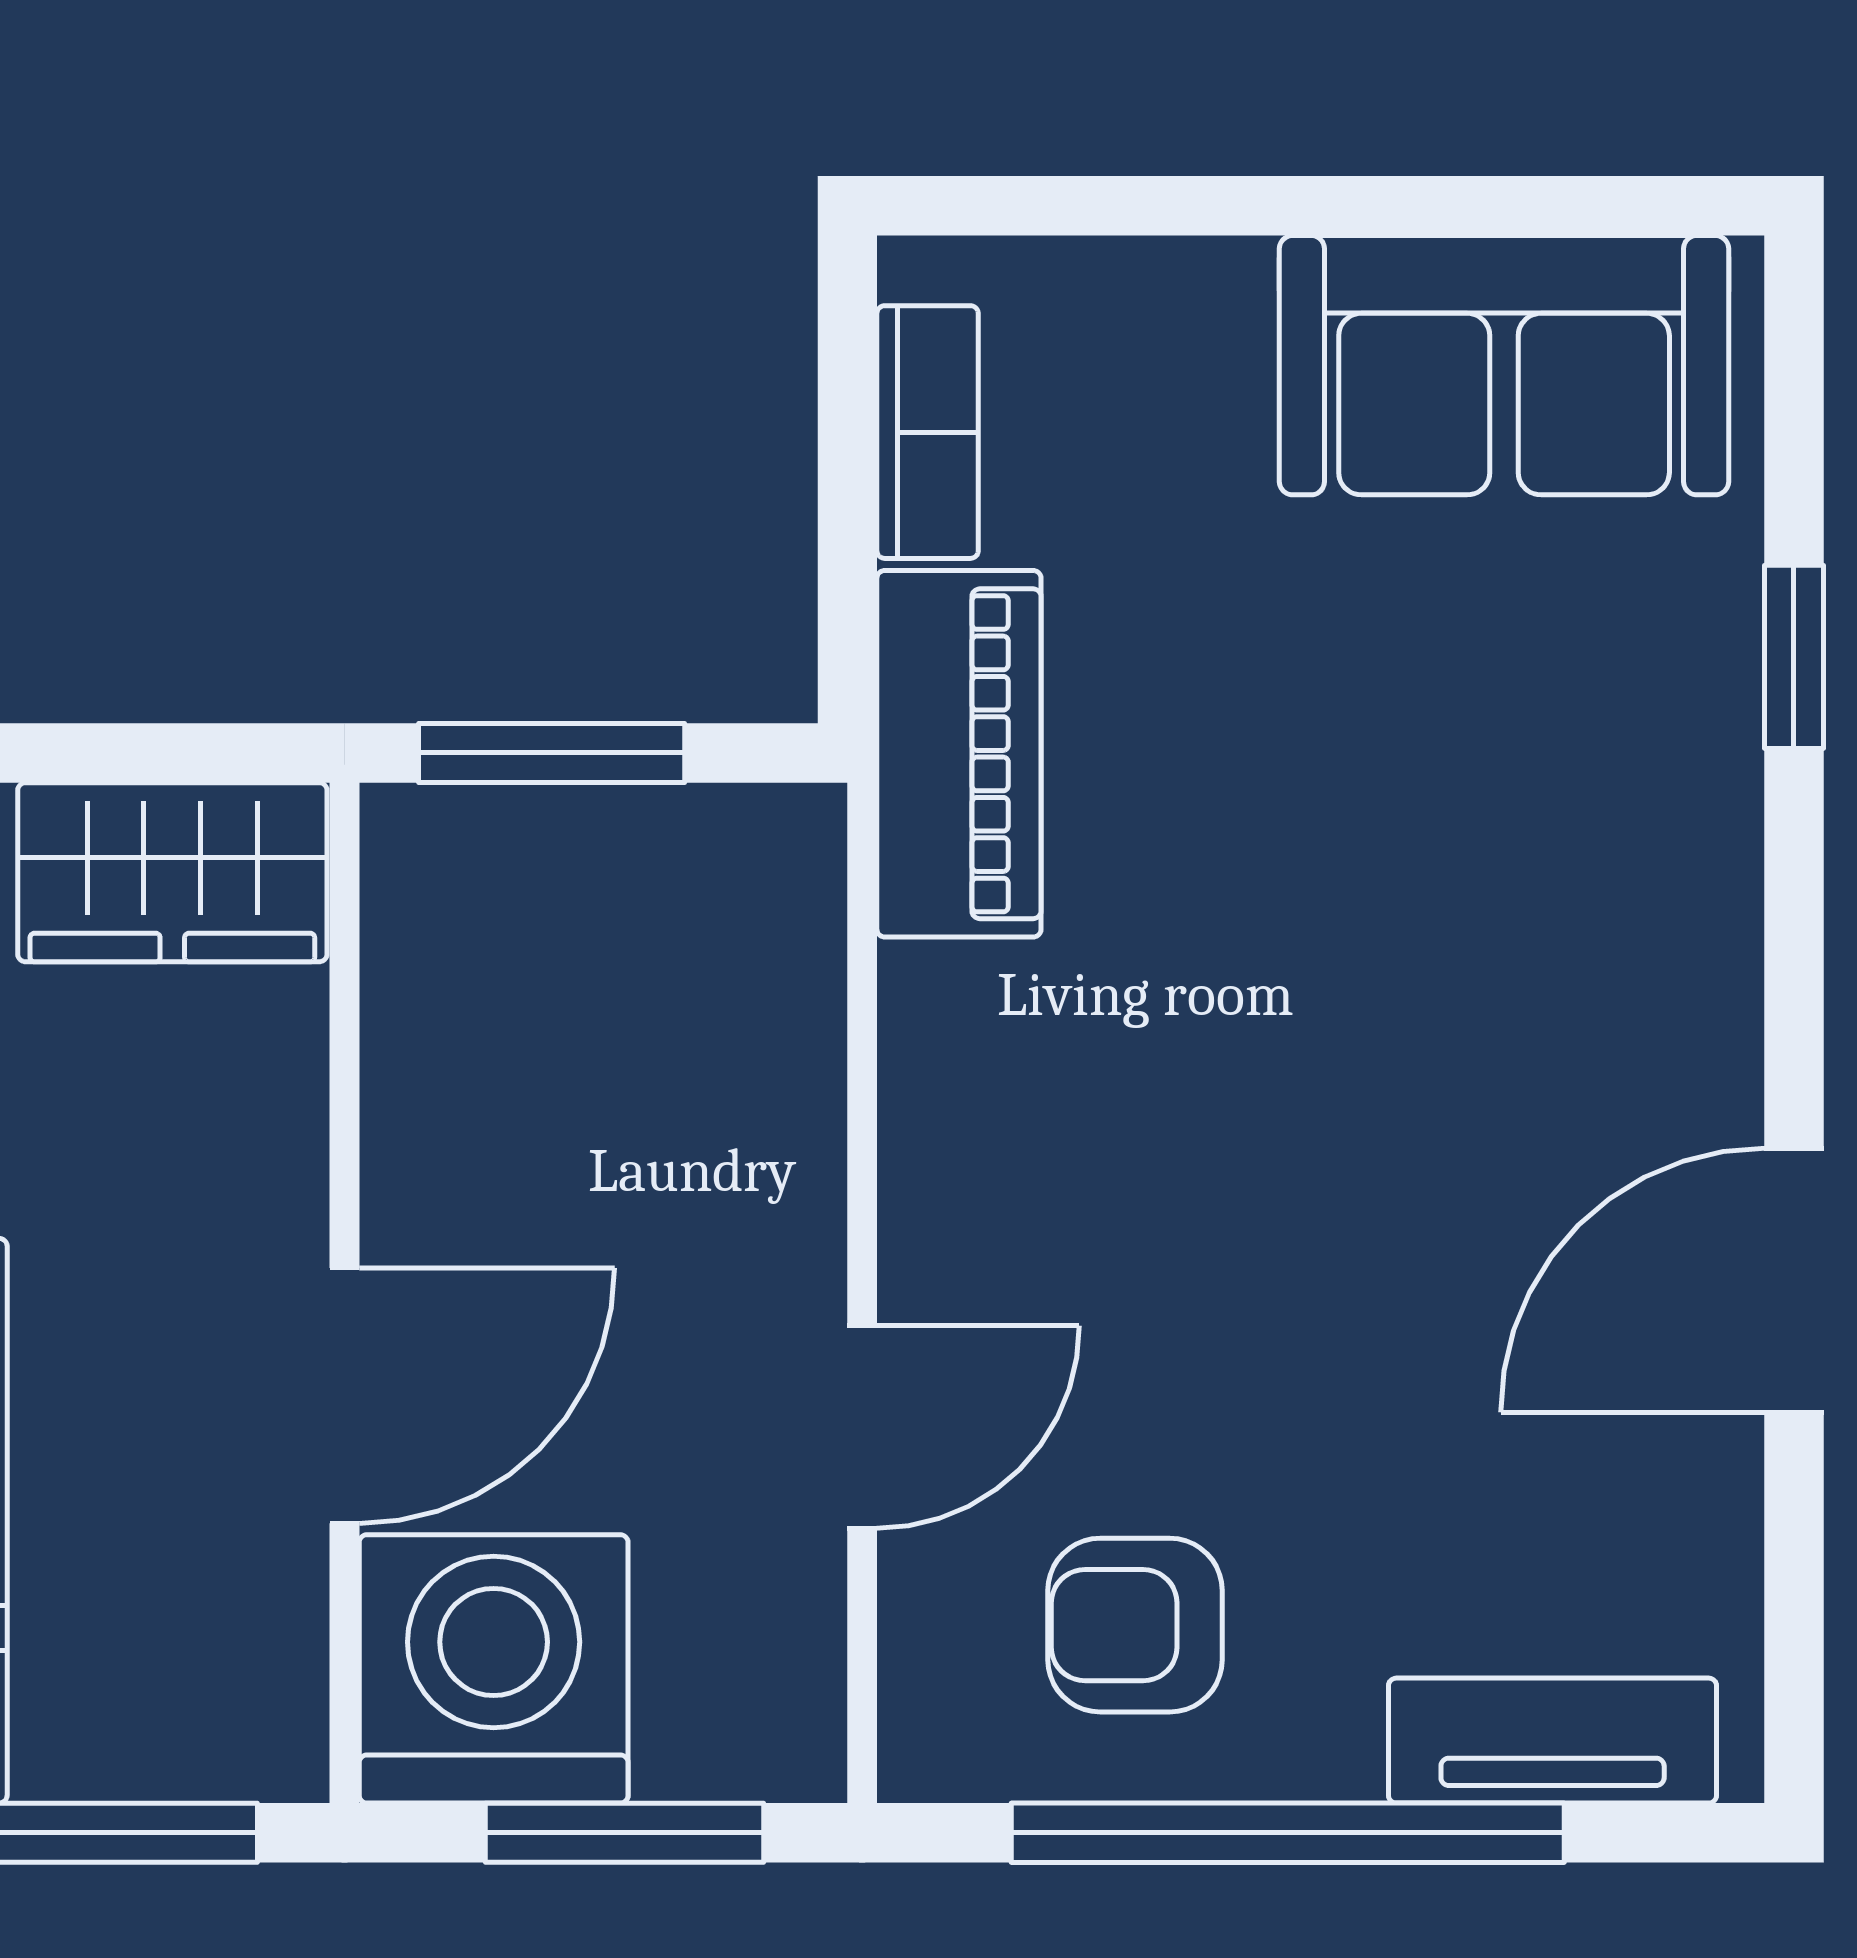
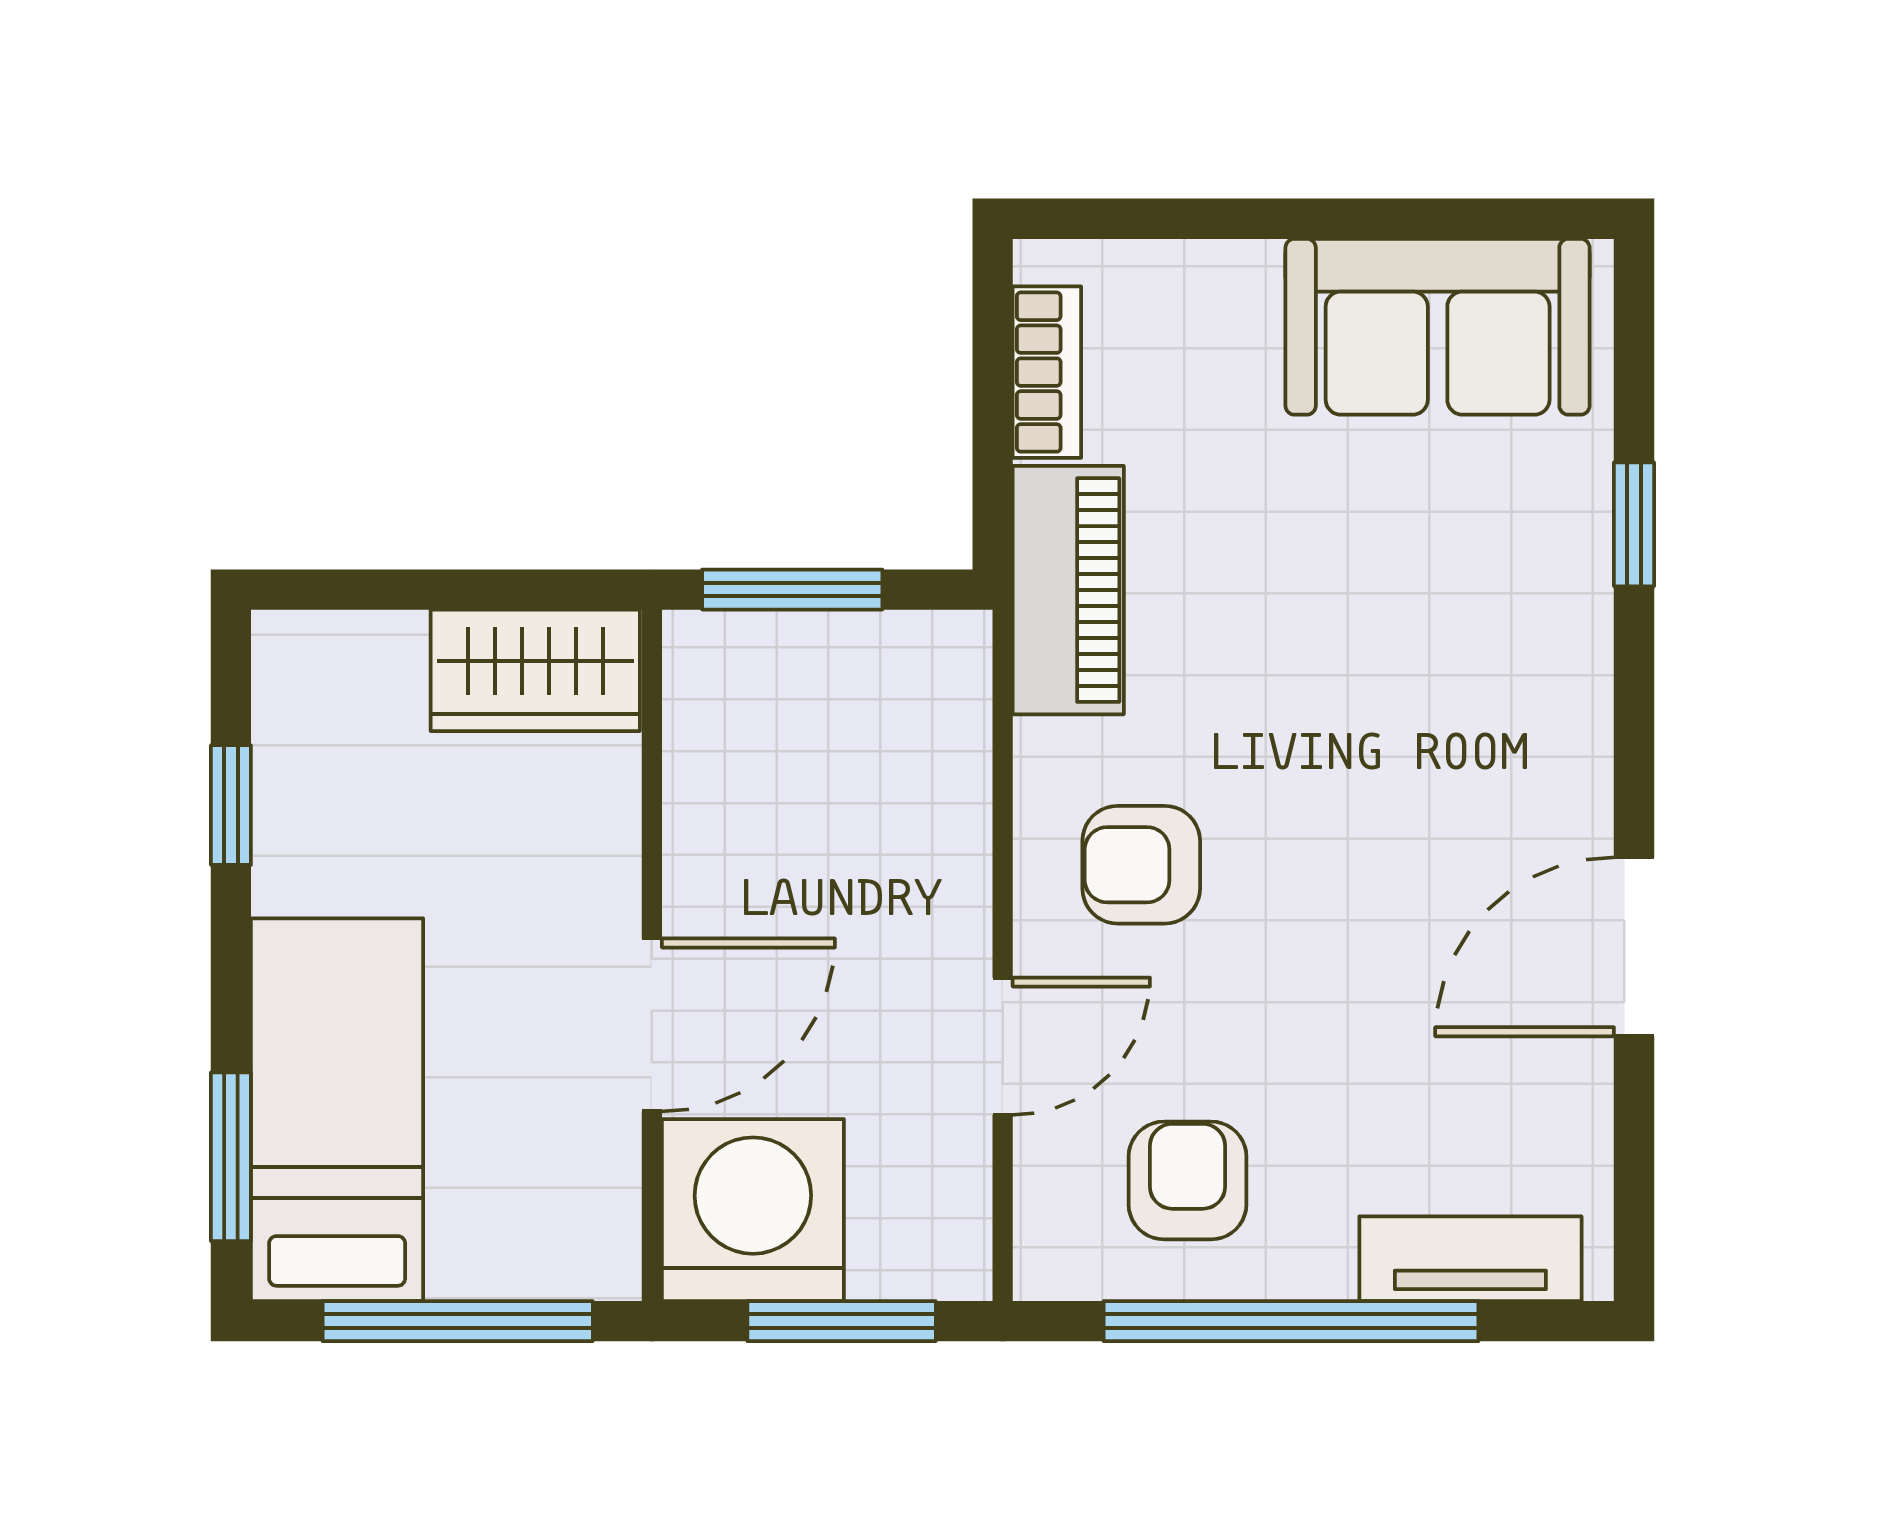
armchair: (1067, 1159) -> (1141, 865), added
armchair: (1135, 1625) -> (1188, 1180), turned 90

